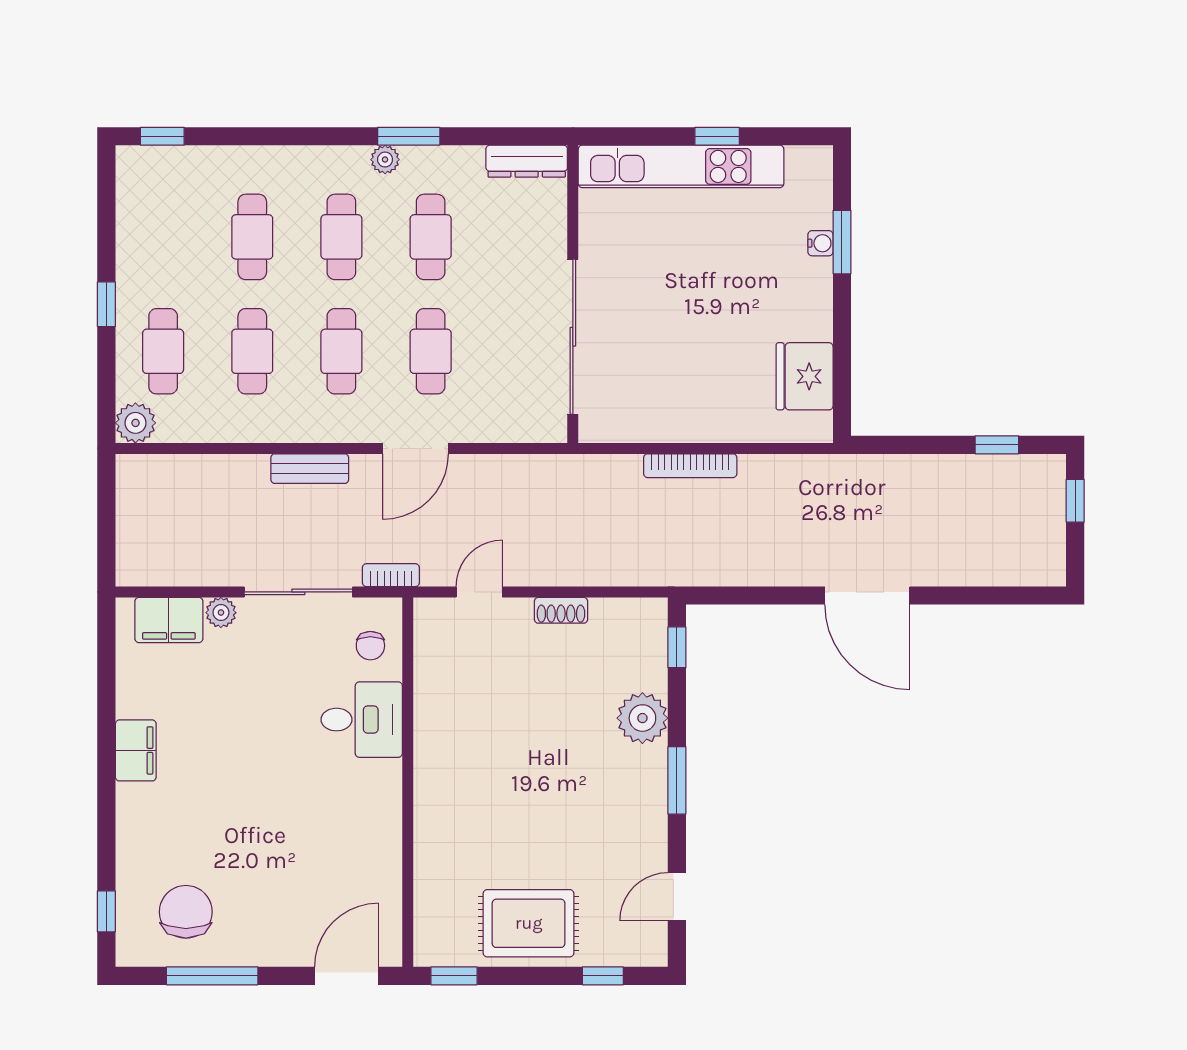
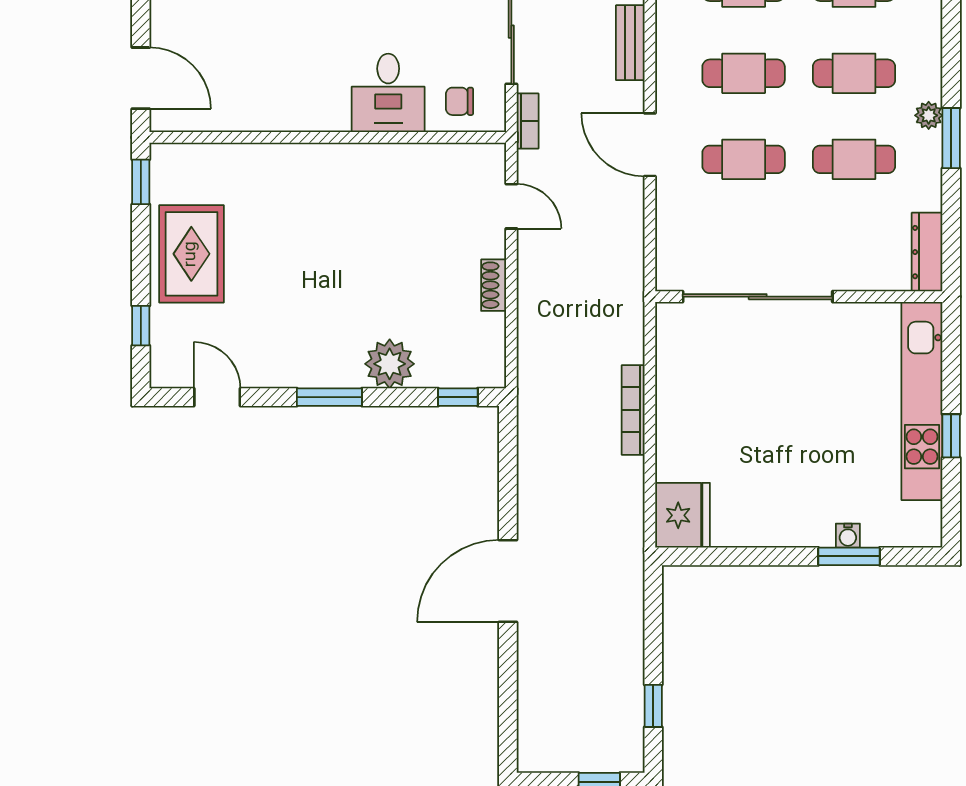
fridge: (805, 376) -> (683, 515), moved, turned 90

